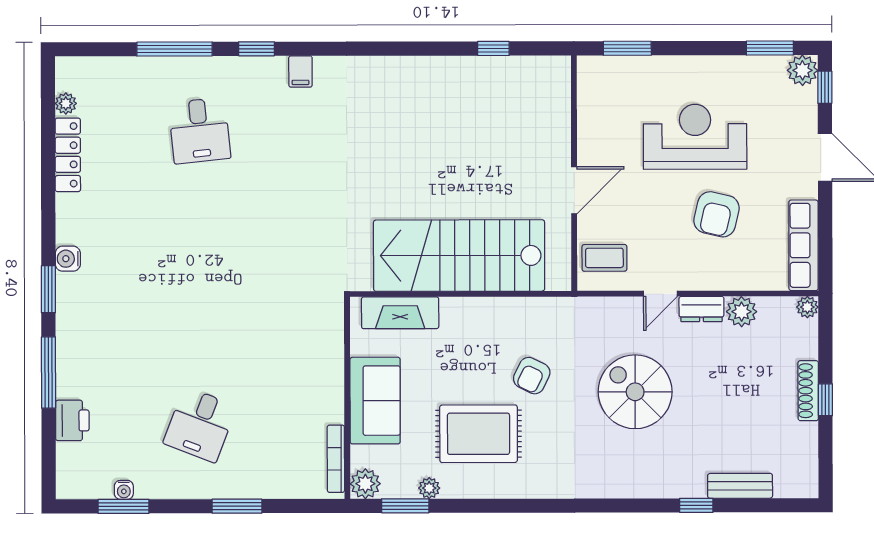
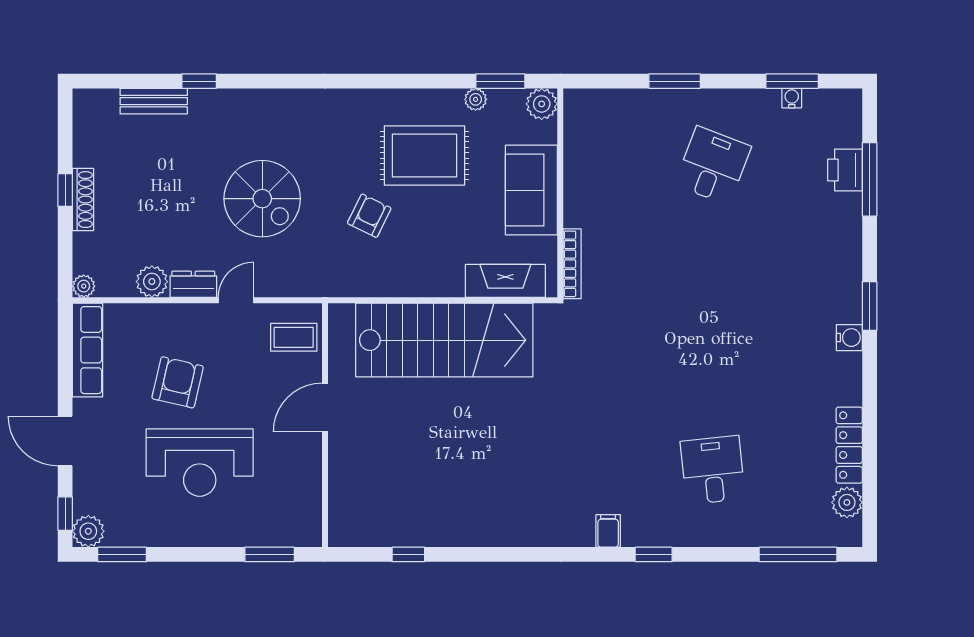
window: (175, 49) -> (798, 554), moved
plant: (66, 103) -> (847, 502), width x1.38, depth x1.38
window: (48, 372) -> (870, 179), moved
bookcase: (336, 459) -> (572, 264), moved

